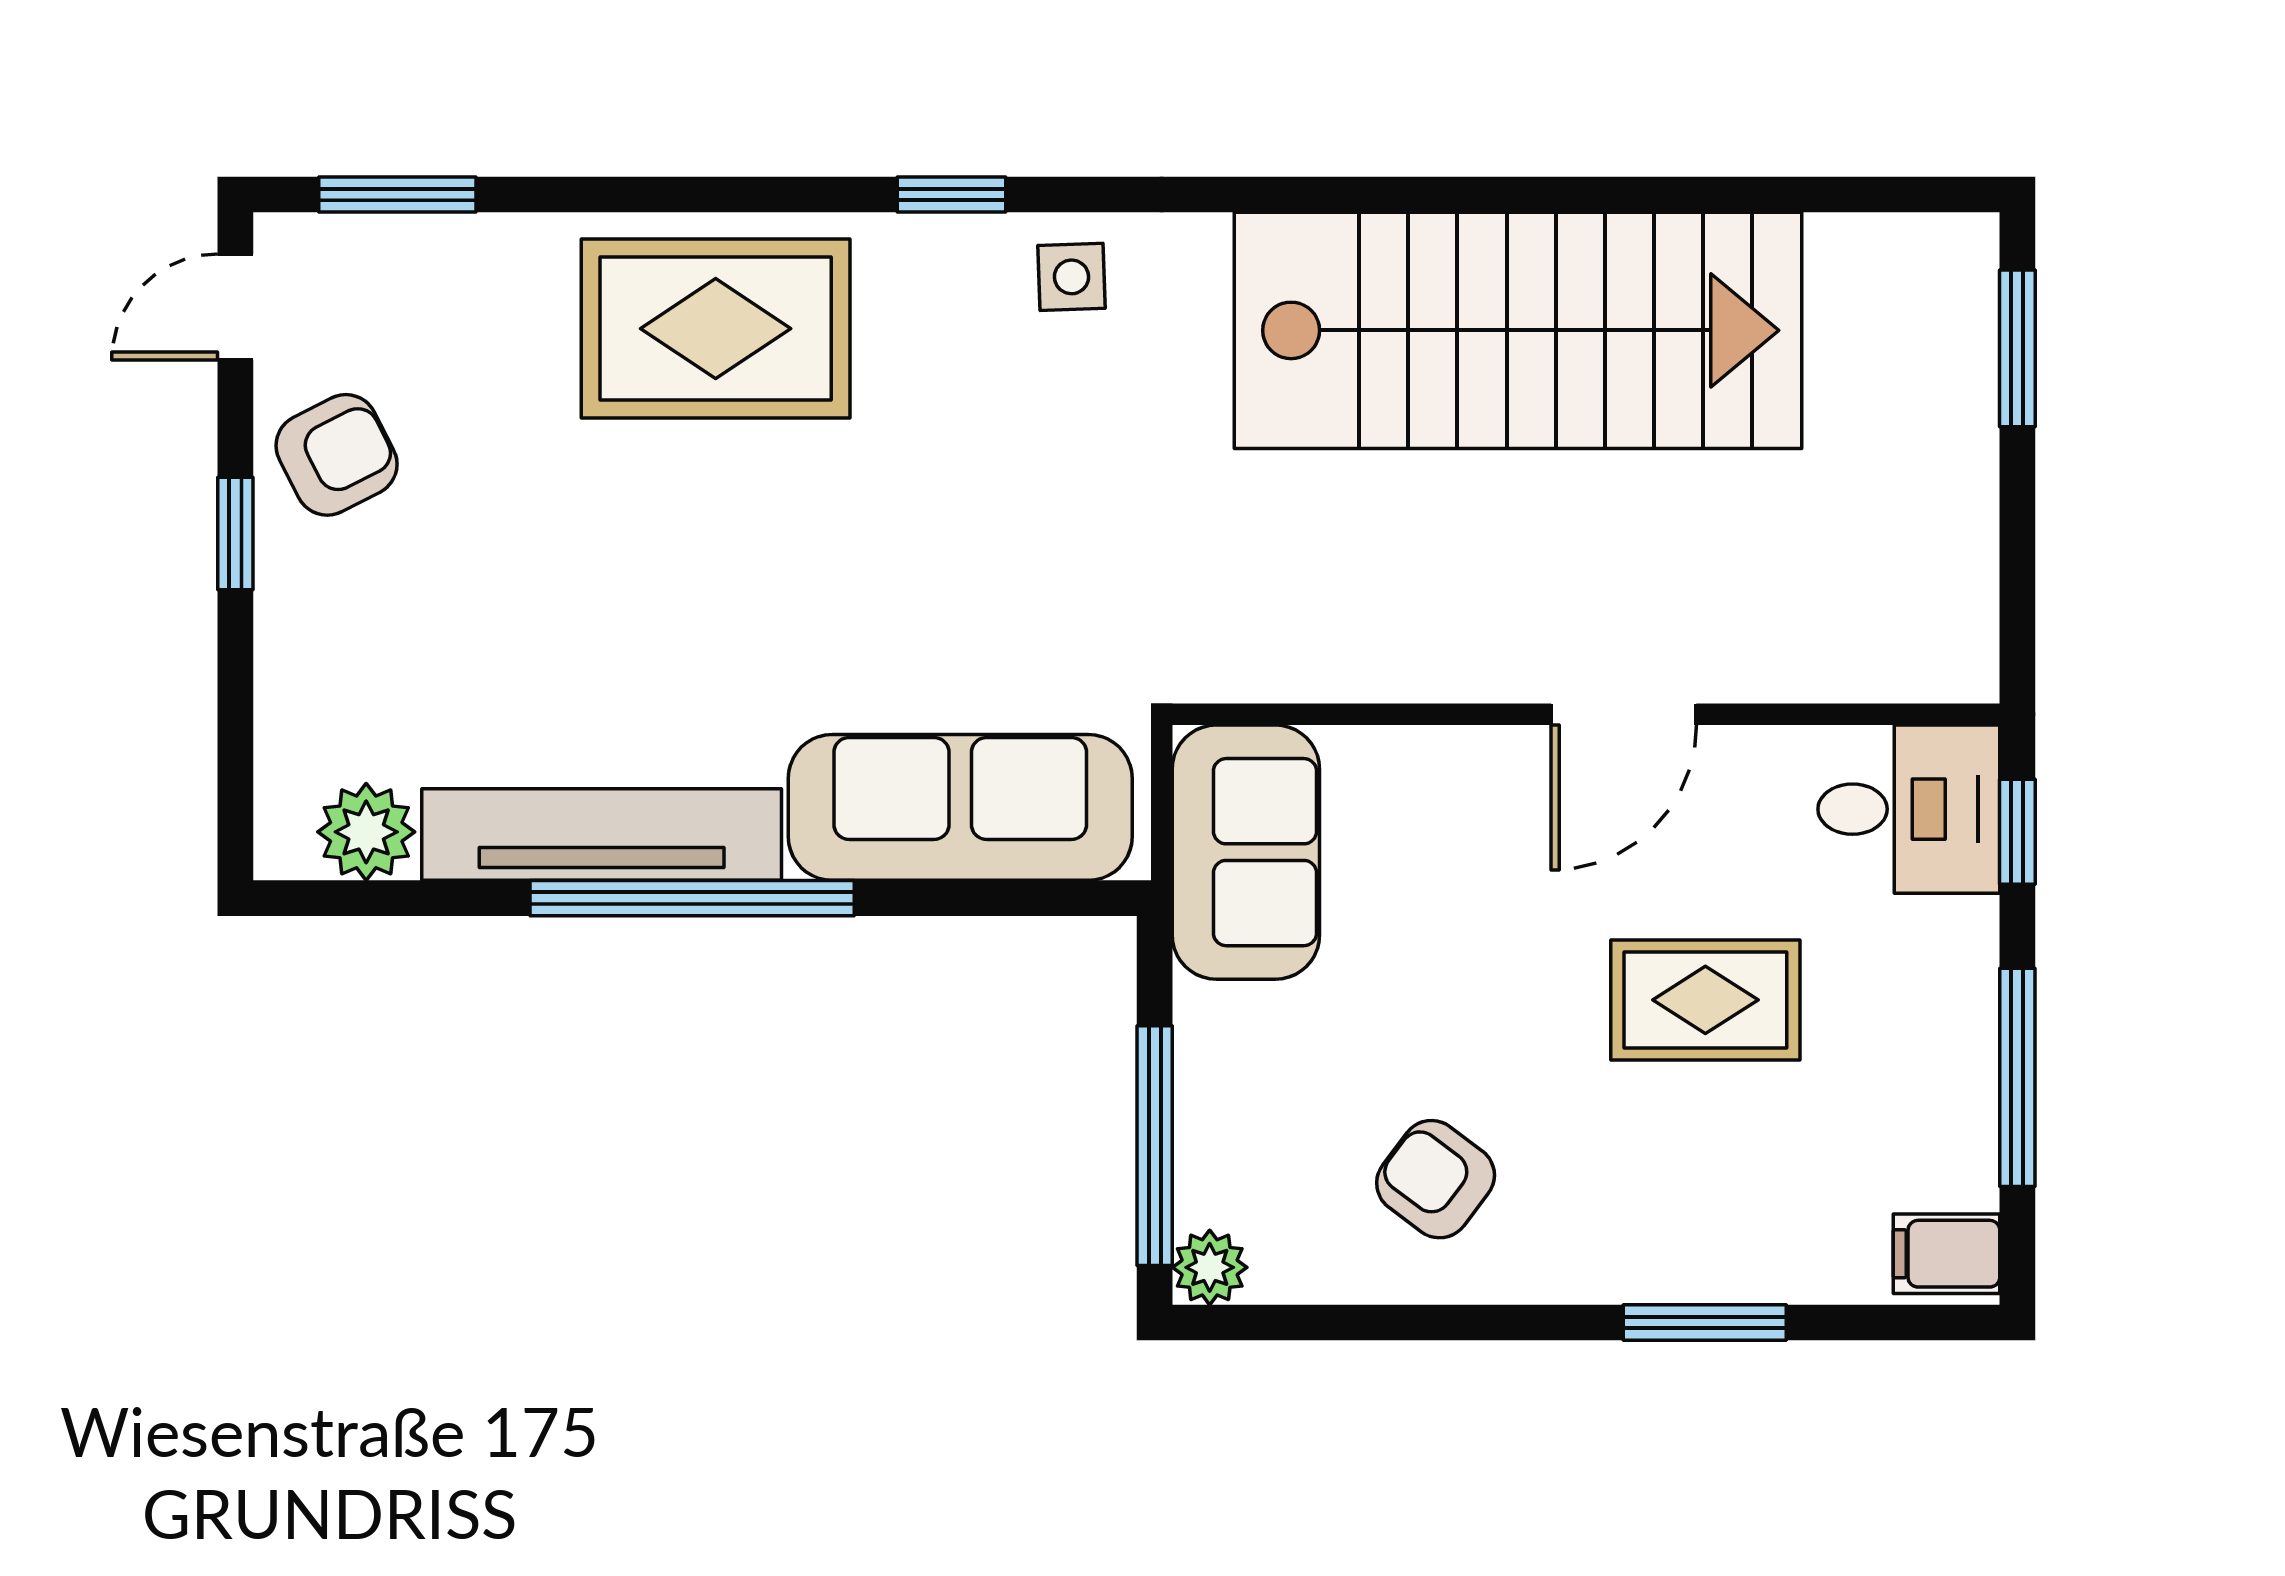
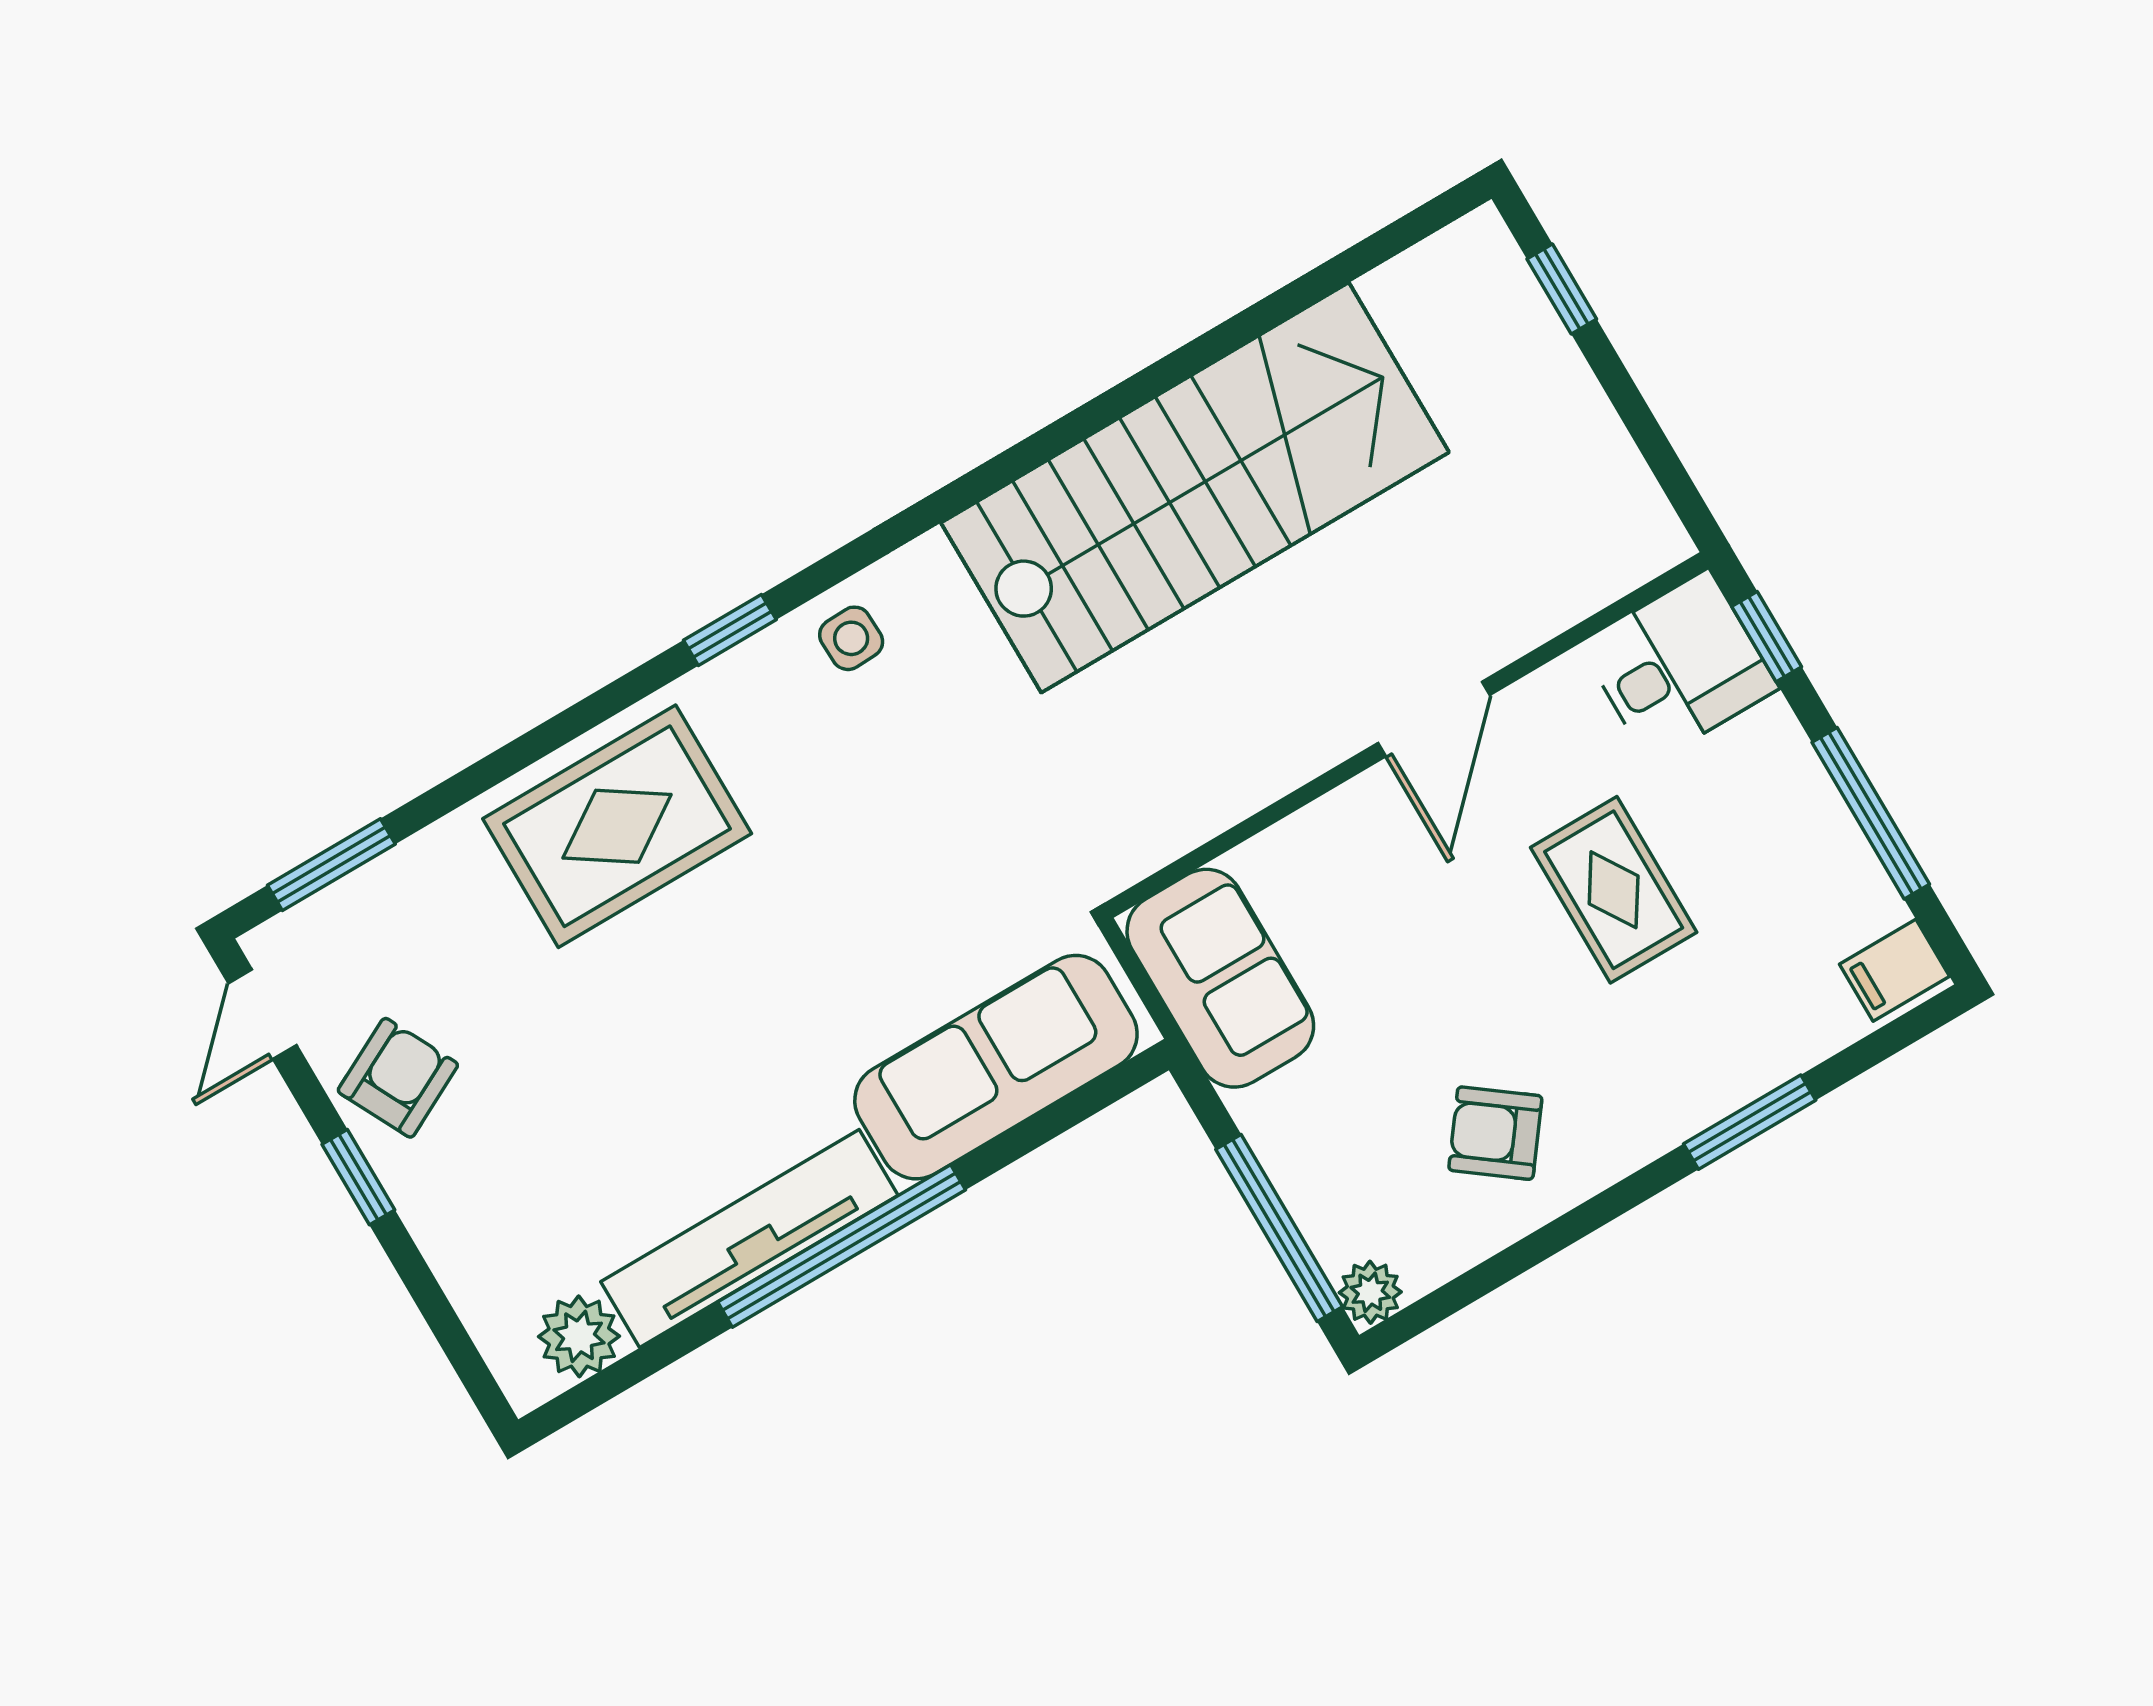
window: (2017, 348) -> (1562, 289), width x0.67
rug: (1705, 1000) -> (1614, 890), turned 90

